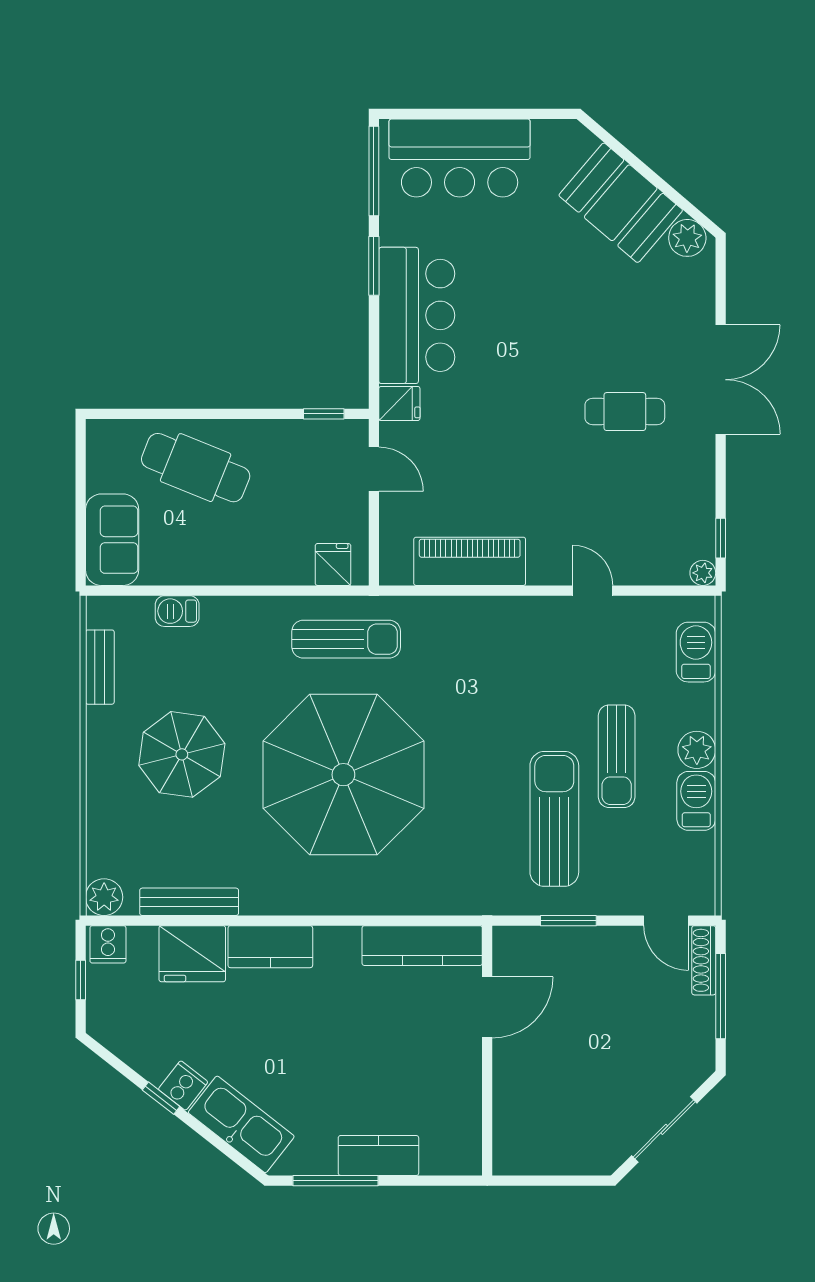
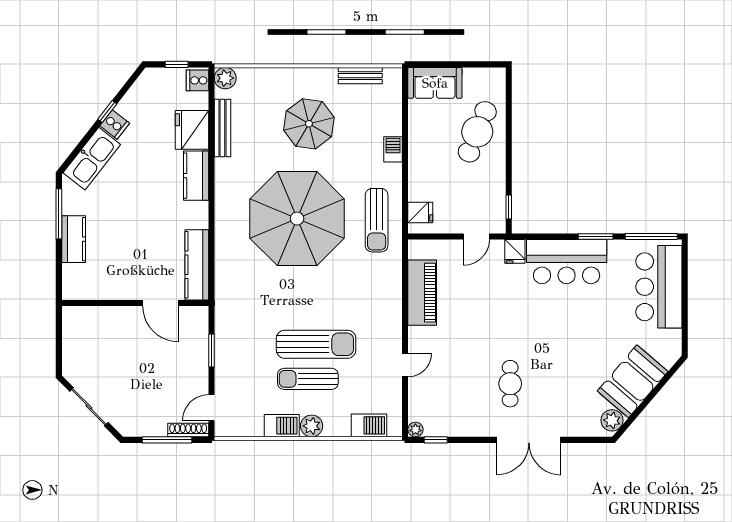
barbecue: (177, 611) -> (393, 149), moved
sun lounger: (554, 819) -> (316, 344), moved

